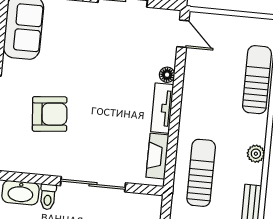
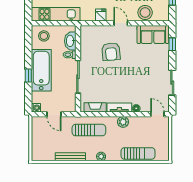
door: (183, 34) -> (157, 114), swing flipped
plant: (191, 103) -> (123, 122), added

